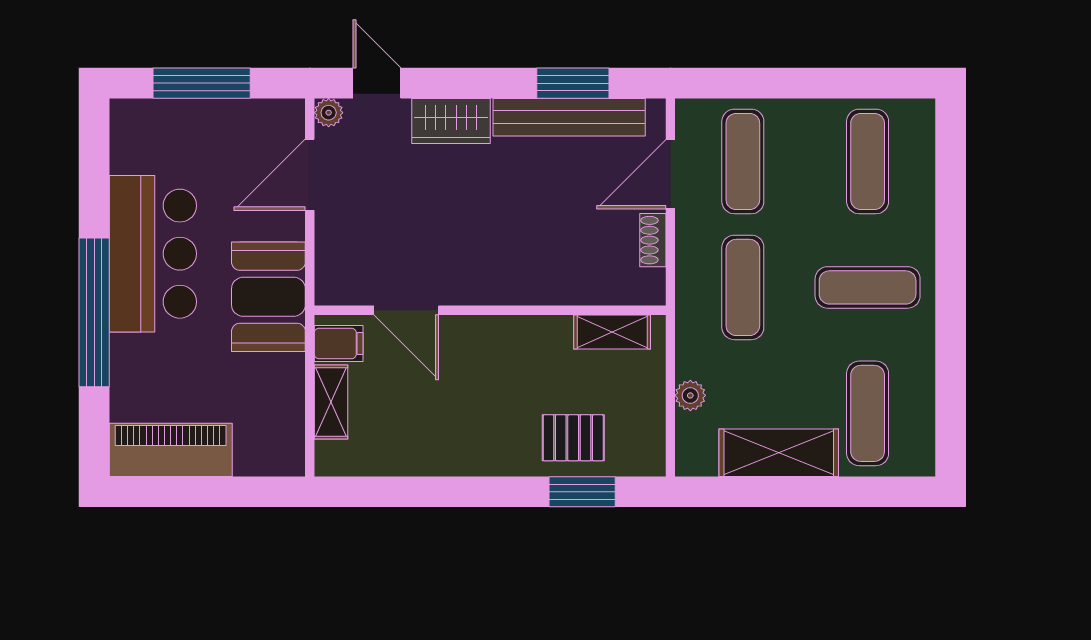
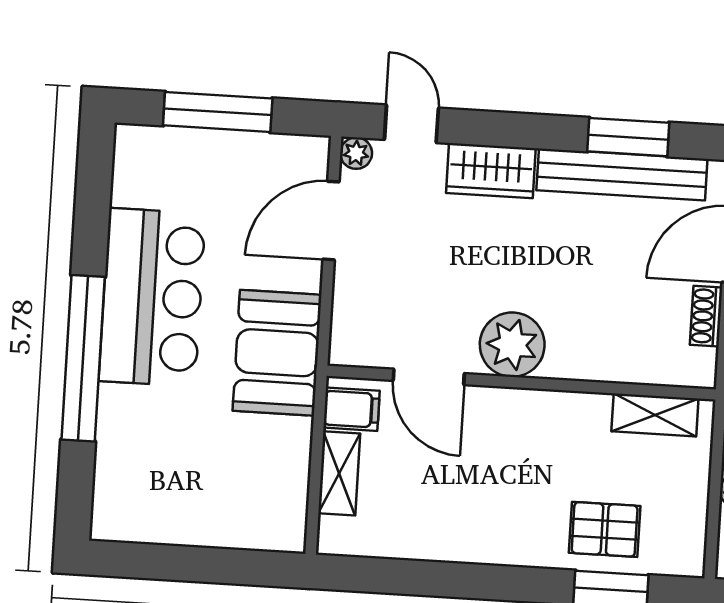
plant: (480, 276) -> (512, 345), added
piano: (171, 450) -> (159, 515), removed

